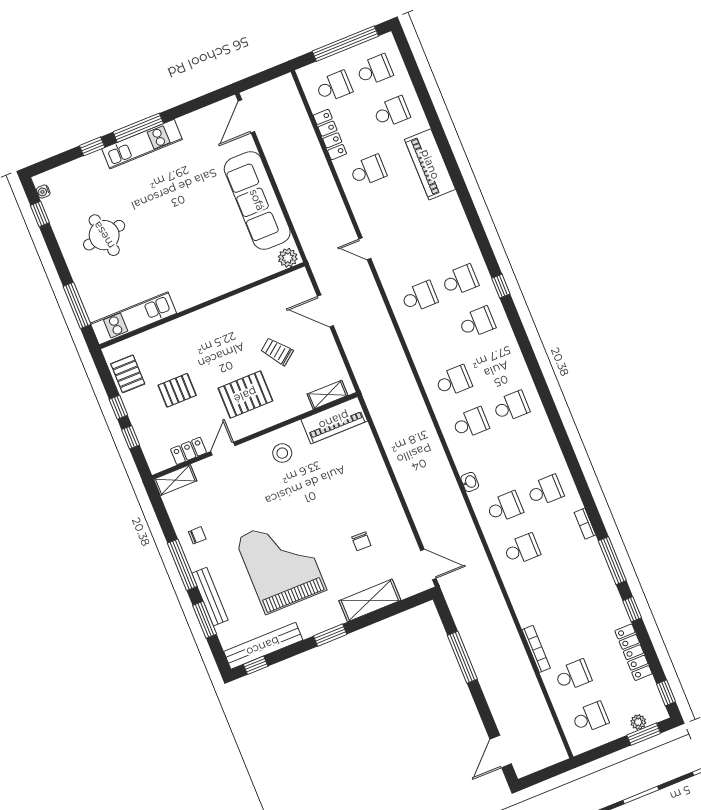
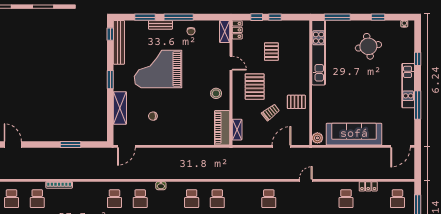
door: (246, 116) -> (400, 146), swing flipped
window: (138, 128) -> (418, 105), moved
locker: (330, 134) -> (368, 186), width x0.66
window: (40, 214) -> (378, 17), moved
kitchen unit: (133, 318) -> (319, 53), width x1.36
pallet: (128, 374) -> (296, 102), moved
locker: (188, 451) -> (237, 30), moved
grand piano: (281, 564) -> (158, 69), turned 180
bench: (210, 597) -> (160, 25), width x0.73
window: (462, 657) -> (70, 144), width x0.69

